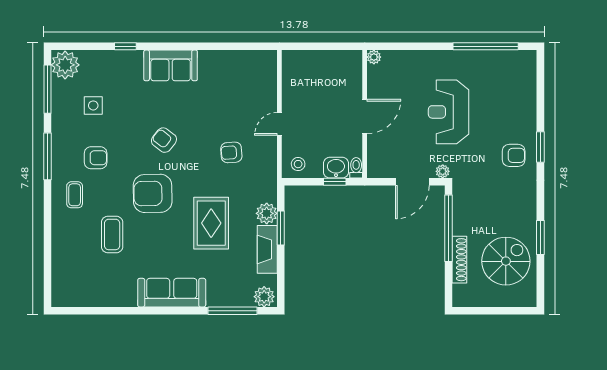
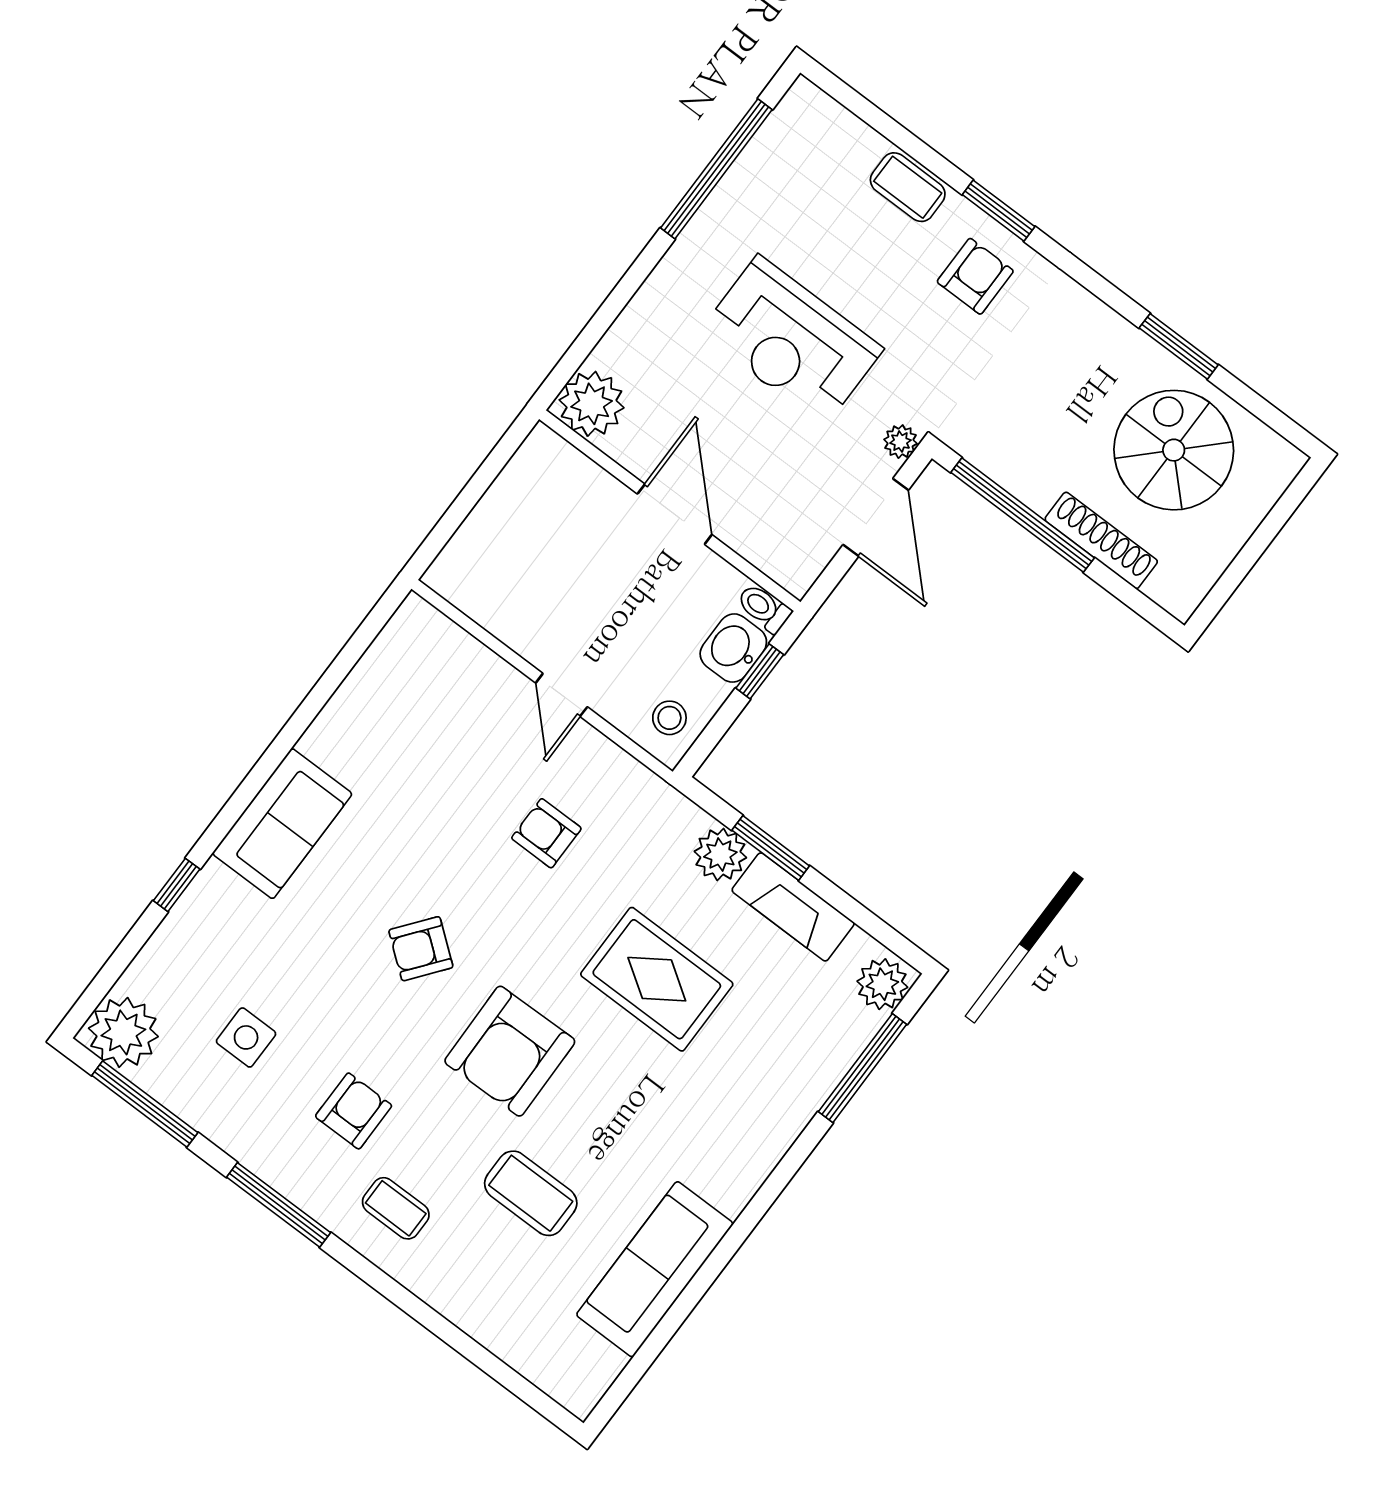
plant: (374, 57) -> (592, 404), width x1.88, depth x1.88
coffee table: (526, 112) -> (908, 187), added
armchair: (231, 152) -> (546, 833), turned 94
sofa: (172, 293) -> (655, 1269), moved

